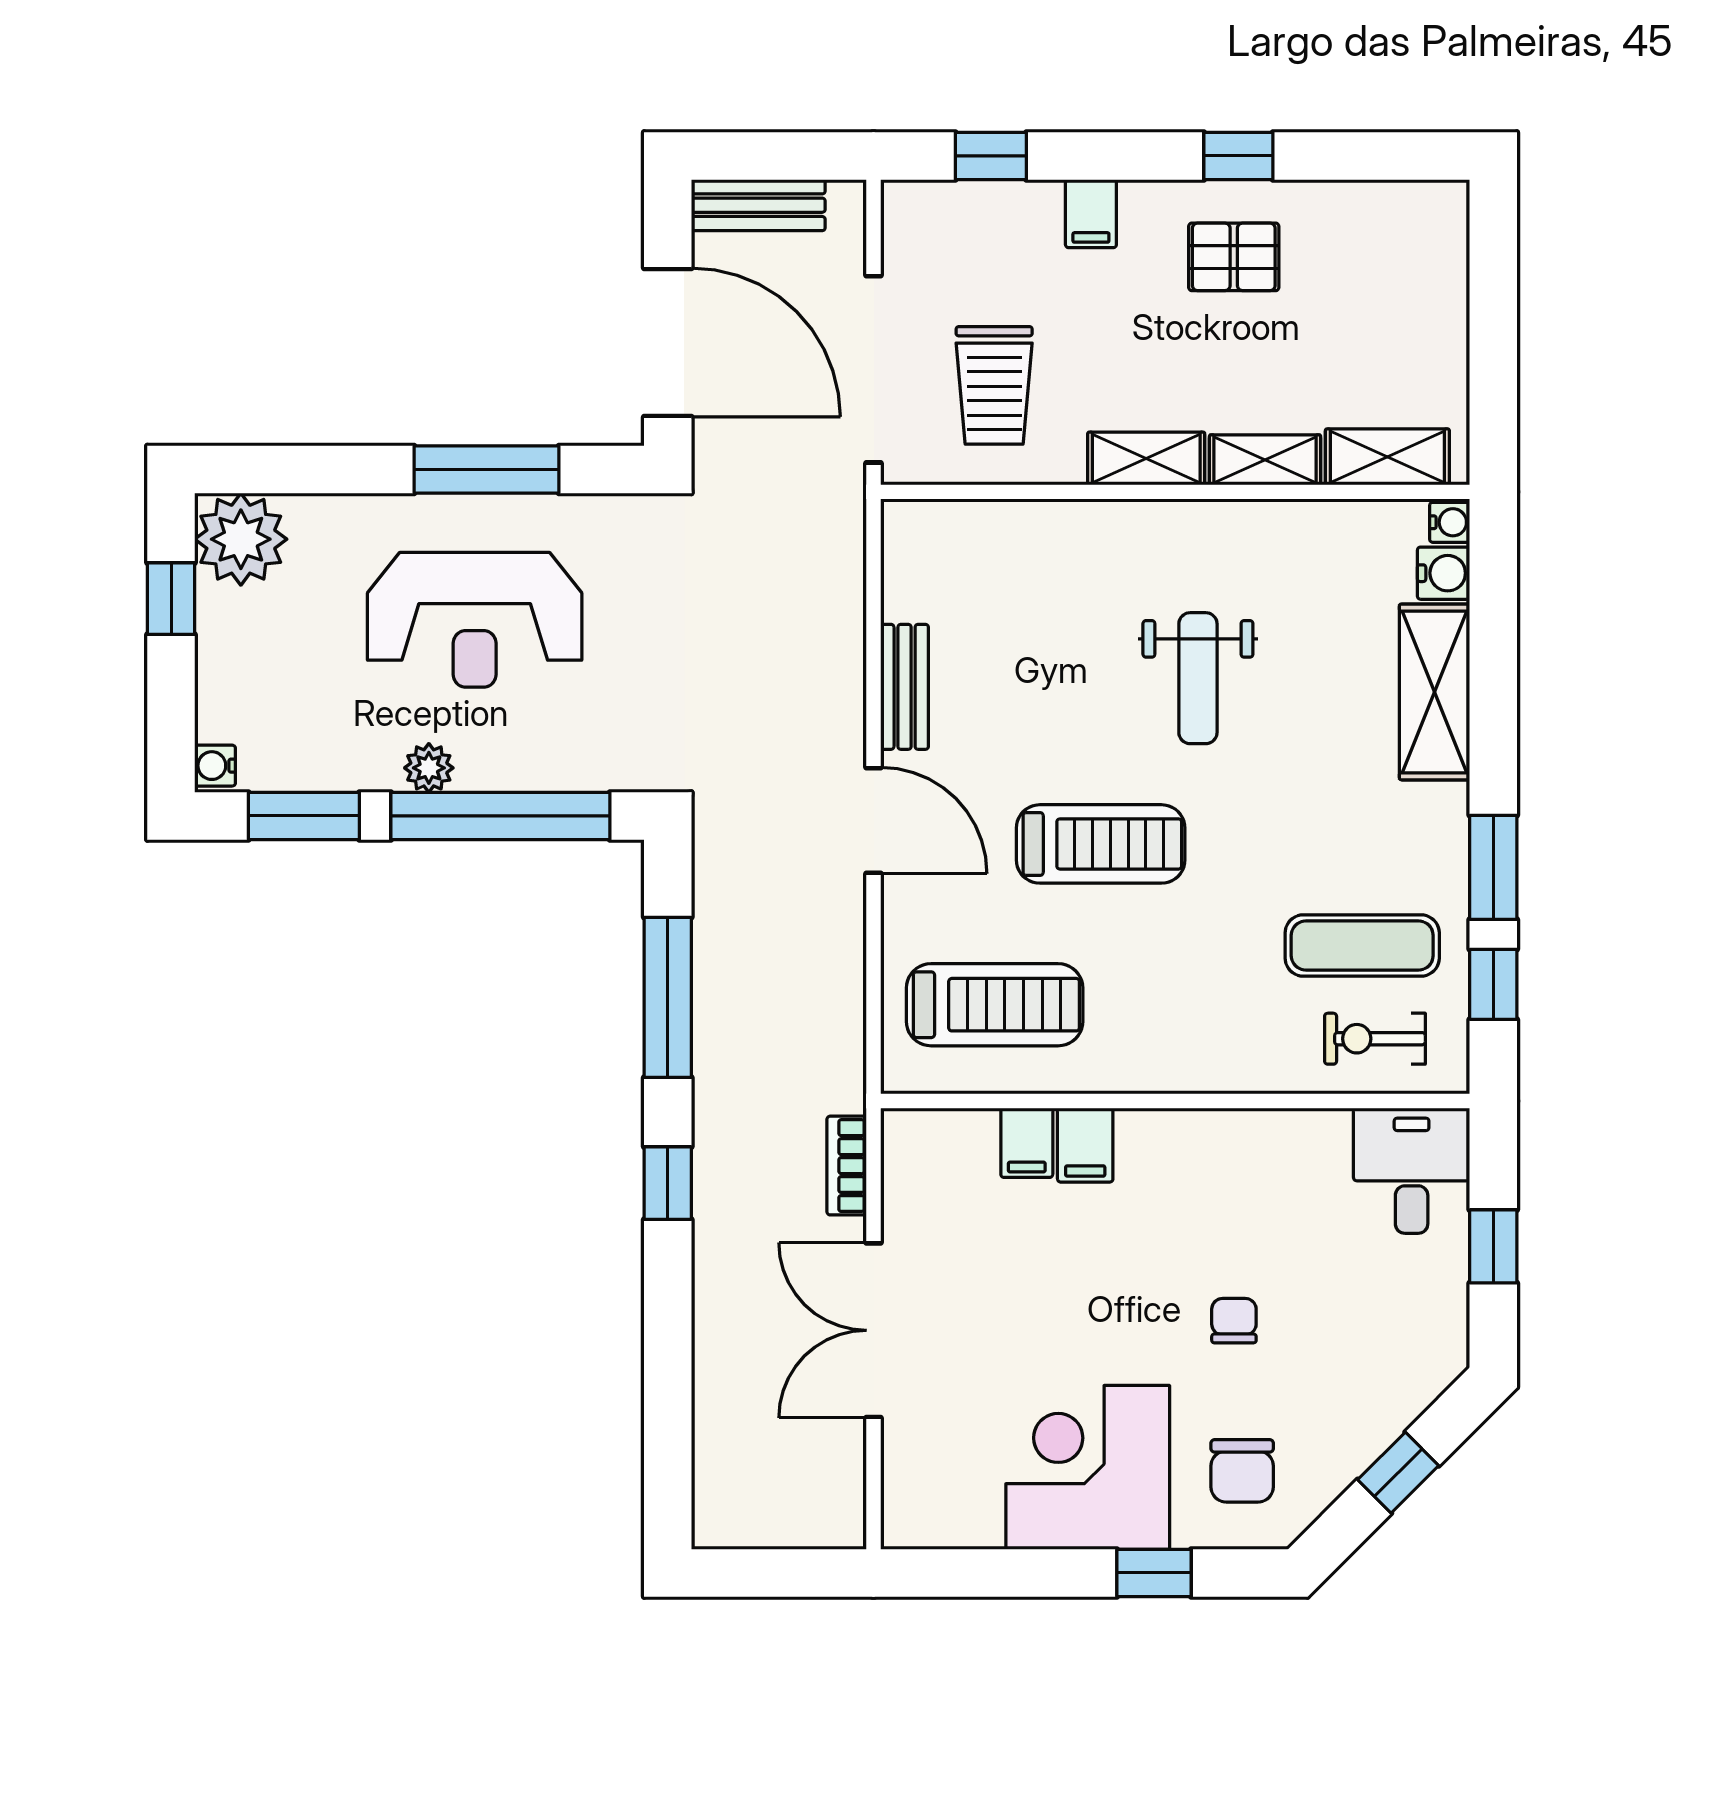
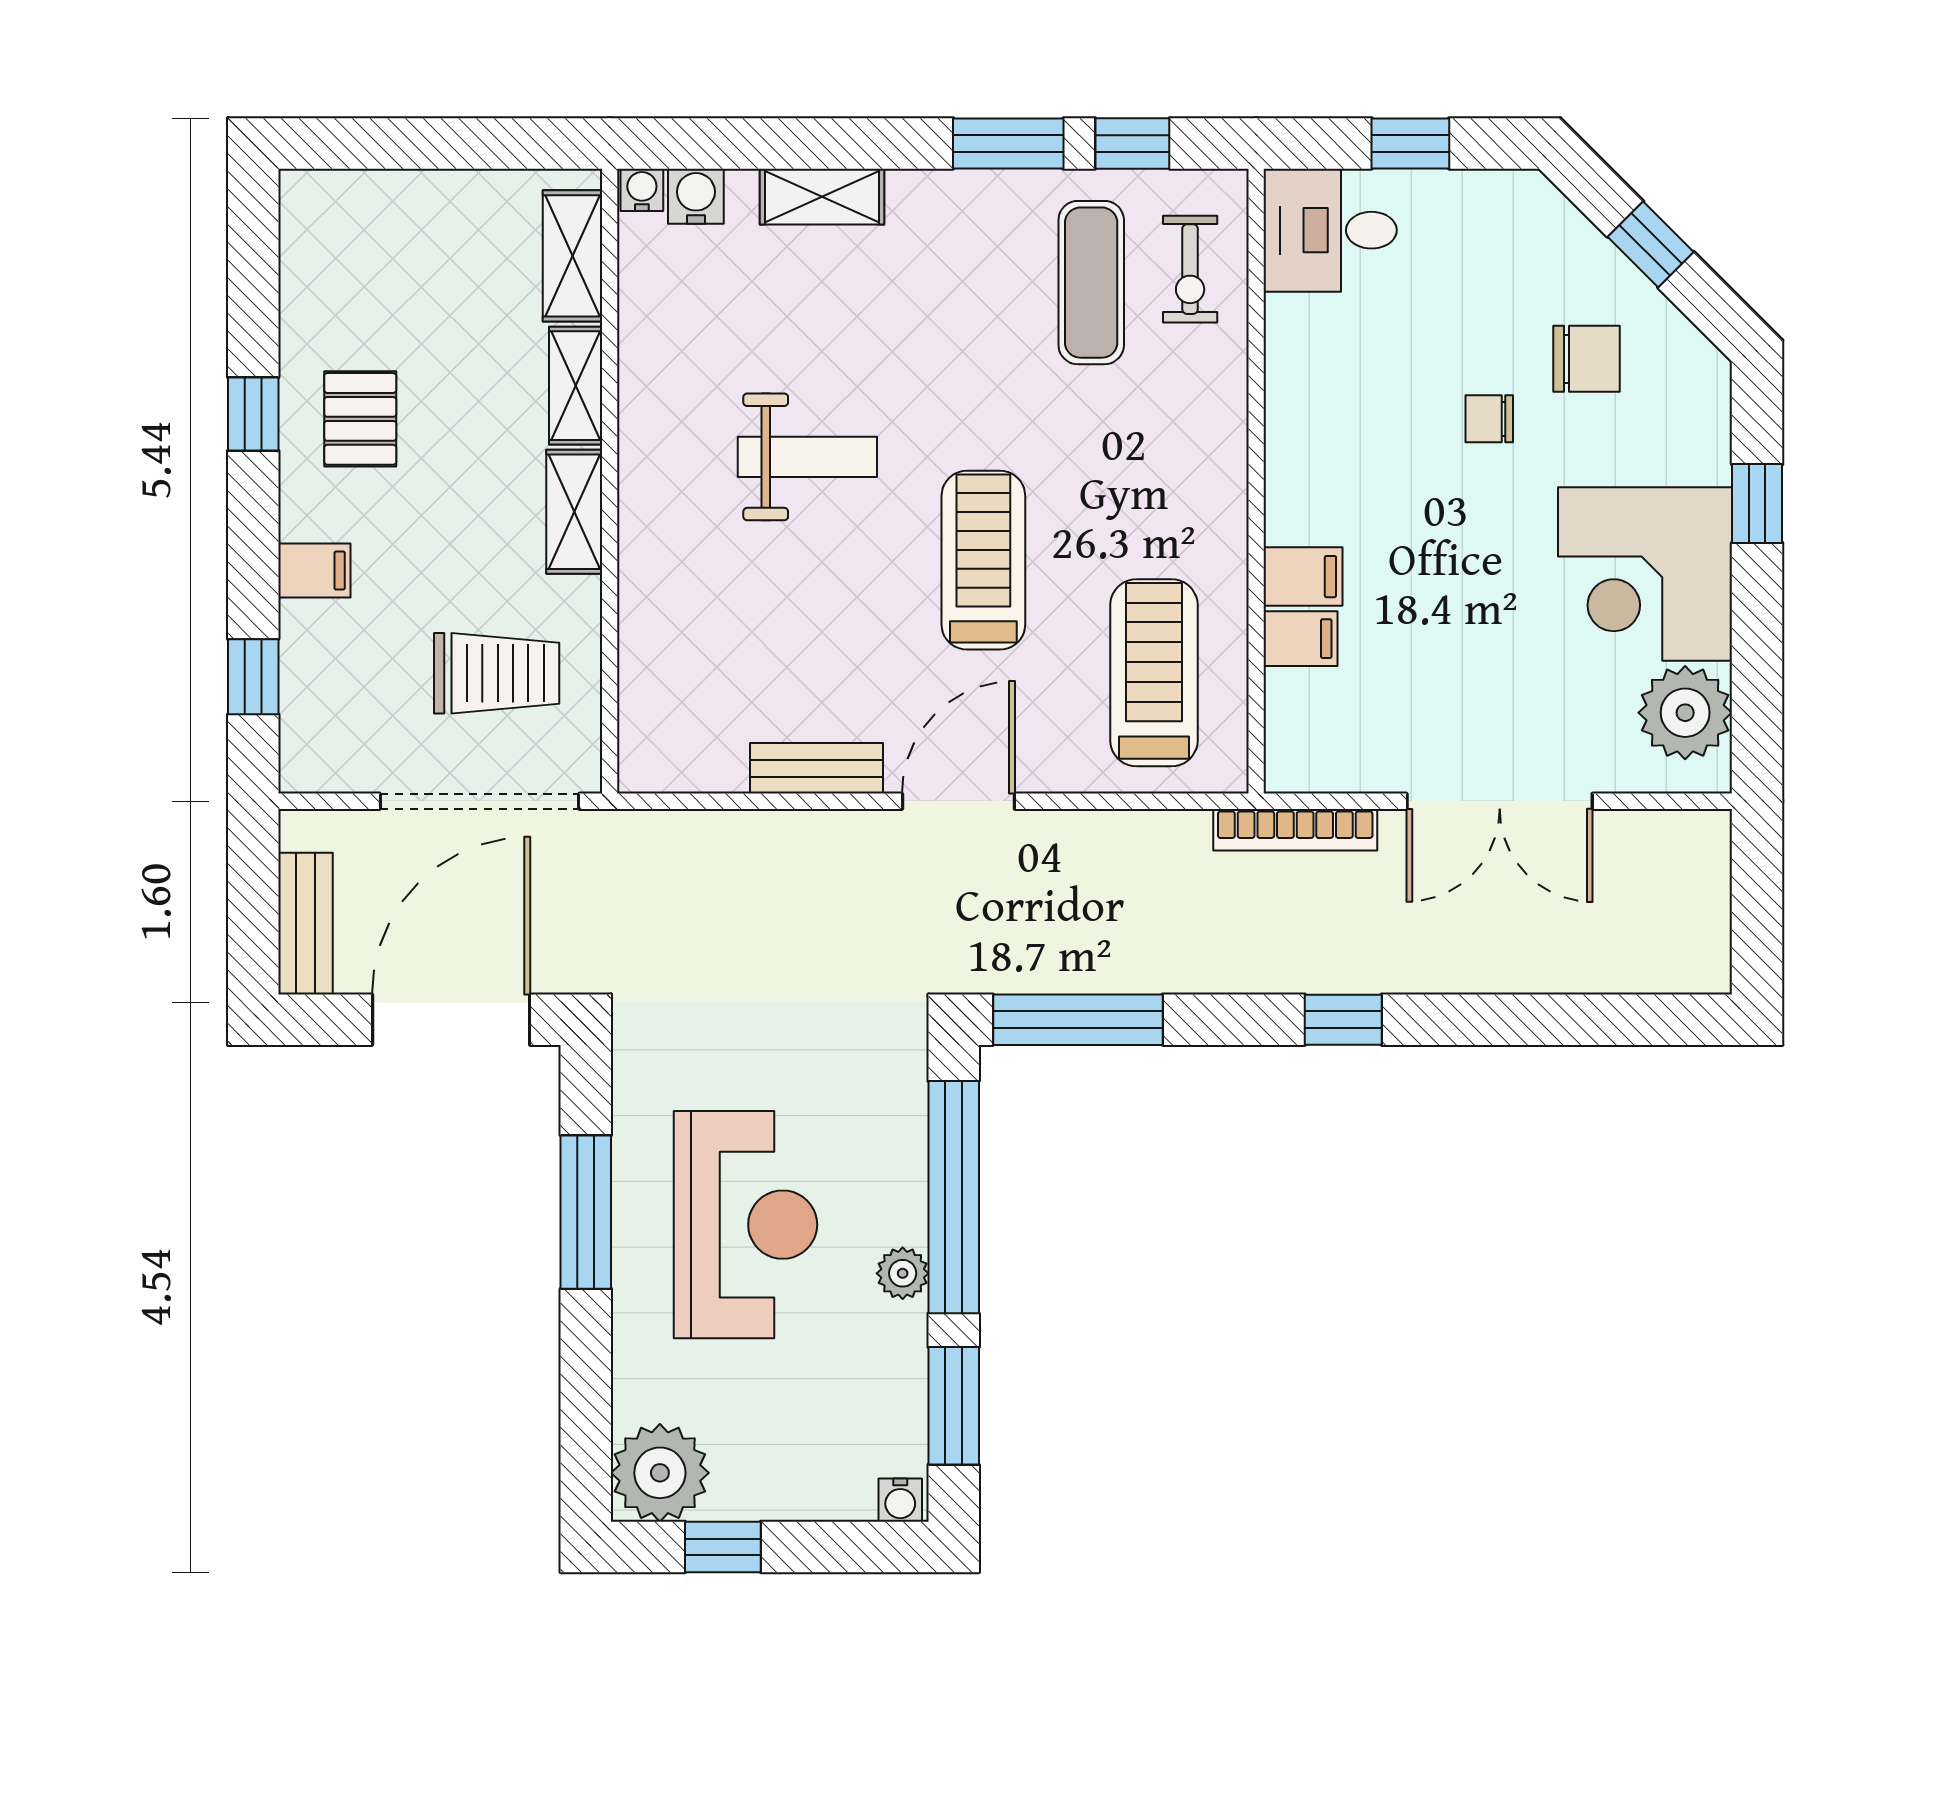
shelving: (1434, 692) -> (822, 197), width x0.67, depth x0.75
window: (668, 997) -> (1078, 1020), moved
bookcase: (847, 1166) -> (1295, 830), width x1.56
chair: (1242, 1471) -> (1586, 359), moved
plant: (957, 1505) -> (1685, 713), added

